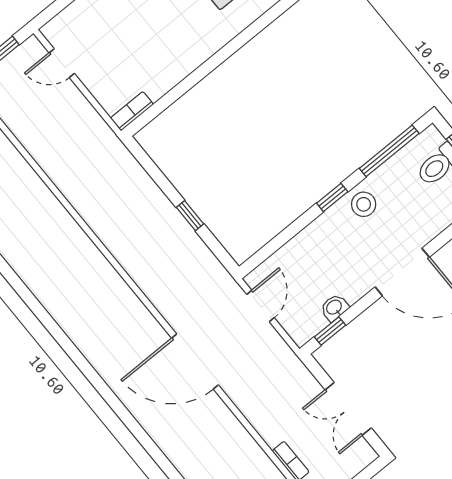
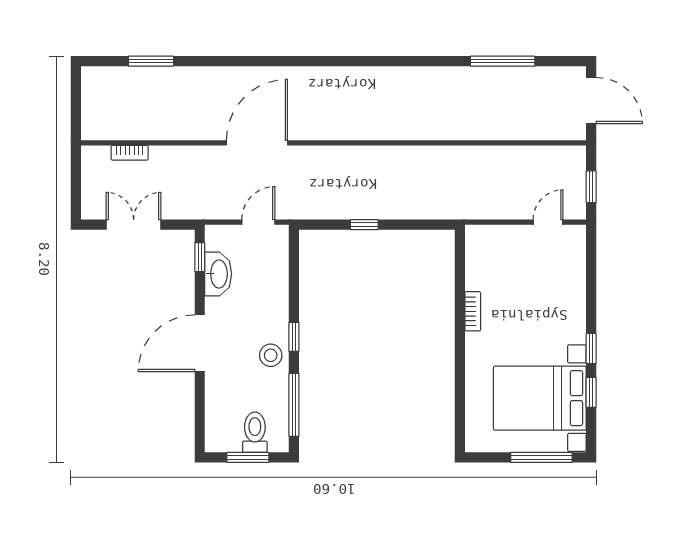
bookcase: (132, 111) -> (473, 311), moved
door: (260, 306) -> (258, 222), swing flipped
washbasin: (334, 308) -> (218, 274), width x1.91, depth x1.45

